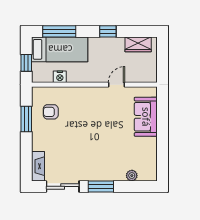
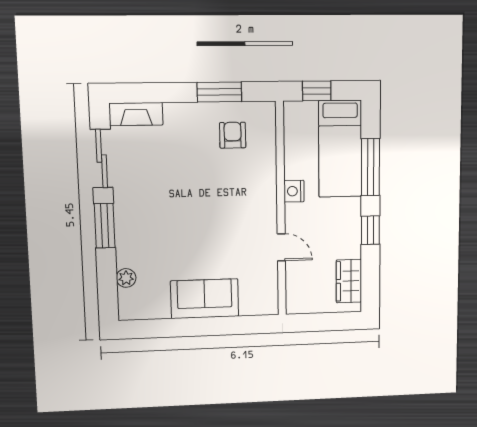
window: (59, 31) -> (371, 167), moved
nightstand: (60, 77) -> (294, 191), moved
sofa: (146, 117) -> (205, 299), moved

